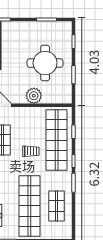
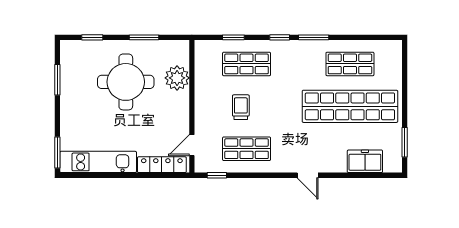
plant: (34, 96) -> (177, 78), moved
shop shelf: (57, 140) -> (247, 64), width x0.50, depth x0.74
trolley: (31, 151) -> (241, 107), moved

